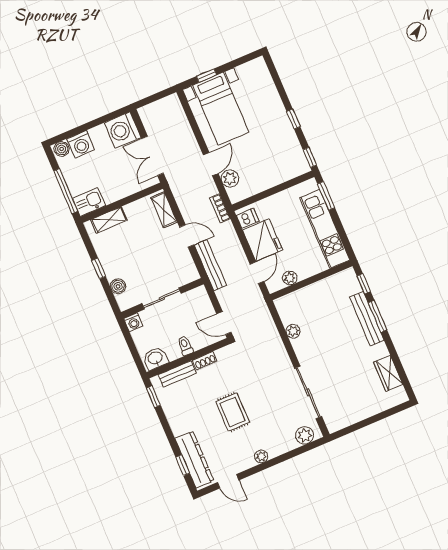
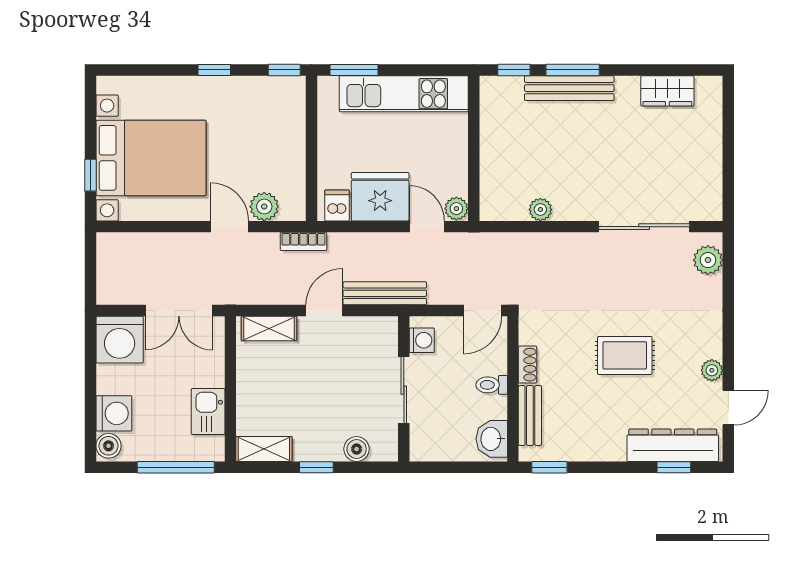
bed with nightstands: (221, 109) -> (151, 158), width x1.36
kitchen sink: (89, 202) -> (208, 411), moved
shelving: (109, 220) -> (264, 449), moved, turned 90
plant: (290, 278) -> (456, 209), moved
washing machine: (133, 322) -> (422, 340), moved
plant: (261, 456) -> (712, 370), moved

